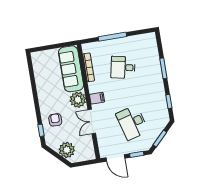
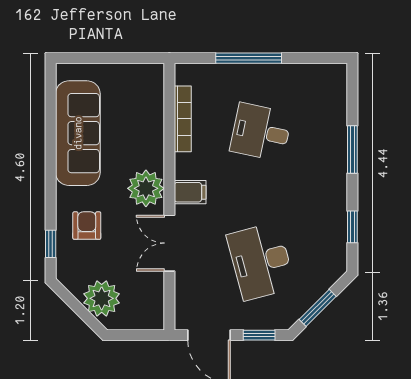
sofa: (71, 69) -> (78, 133), moved, turned 180

